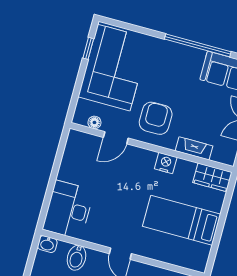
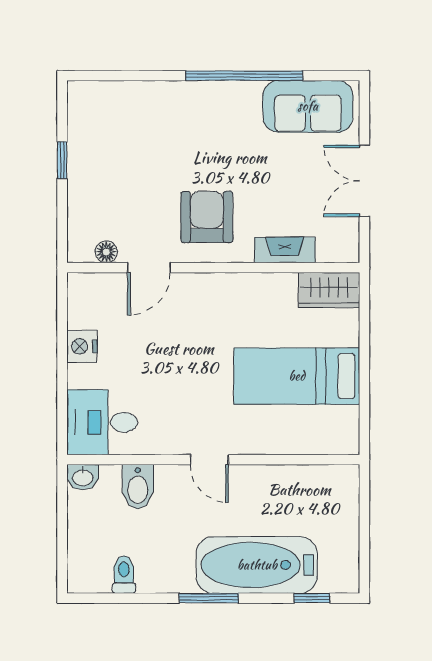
window: (88, 48) -> (62, 160), moved
corner sofa: (114, 68) -> (114, 151), removed
nightstand: (166, 163) -> (82, 346), moved, turned -90
desk: (68, 210) -> (102, 422), width x0.73

